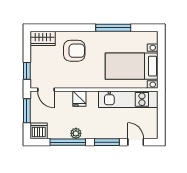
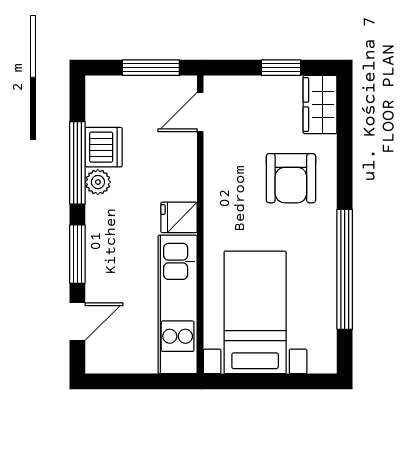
window: (113, 28) -> (345, 269), width x1.46
window: (27, 71) -> (281, 68), moved
fridge: (79, 99) -> (179, 217), moved
dishwasher: (39, 131) -> (104, 147), moved

